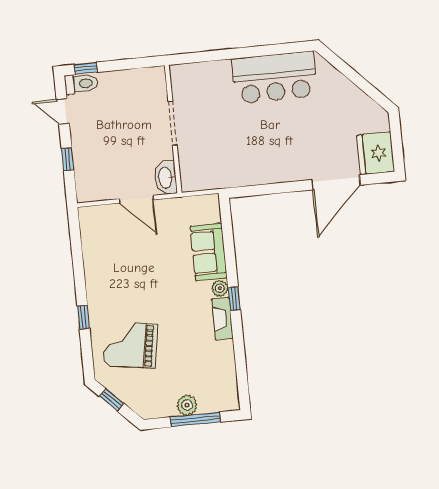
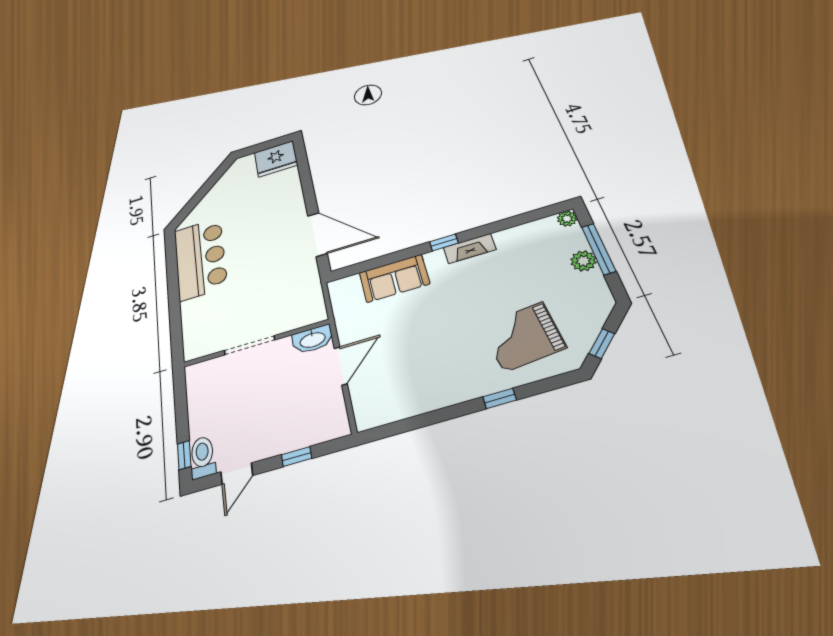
door: (336, 182) -> (317, 234), moved
plant: (220, 288) -> (567, 219), moved
grand piano: (130, 345) -> (523, 337), turned 75

